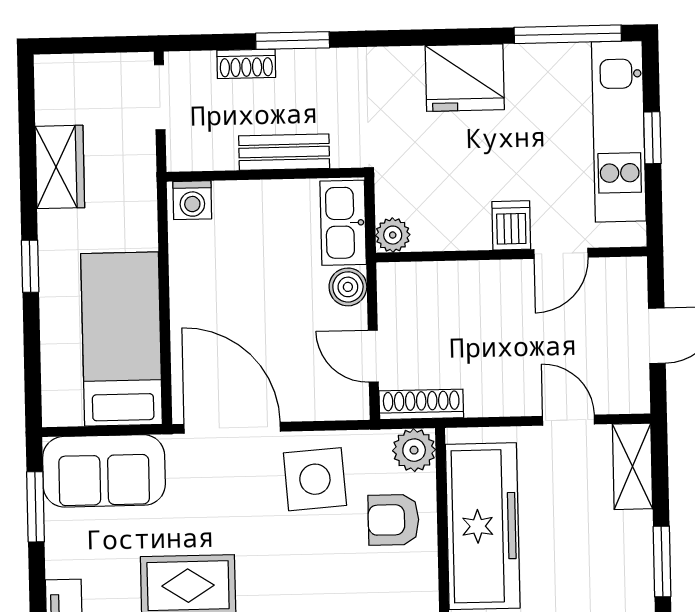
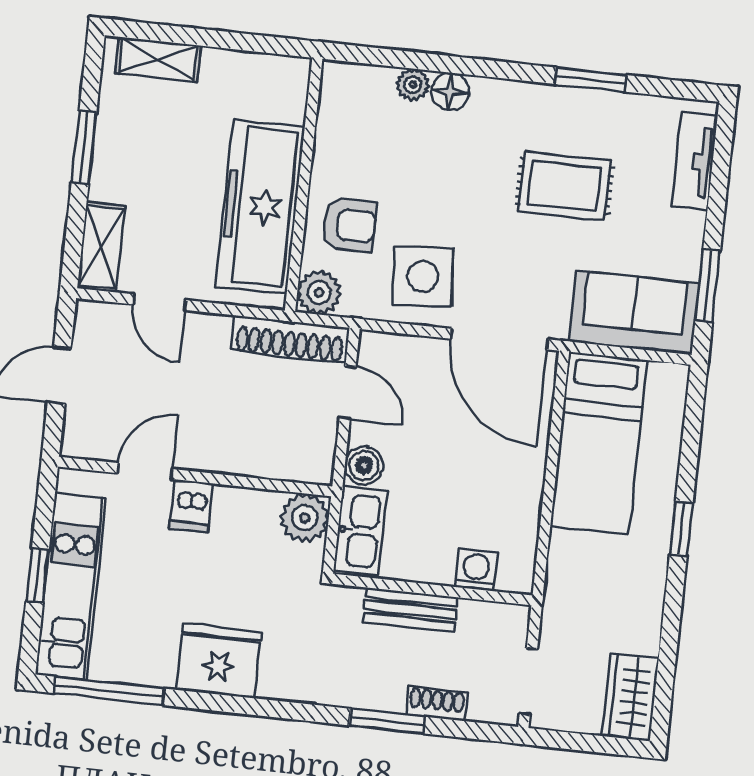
wardrobe: (60, 167) -> (630, 697), moved
washing machine: (192, 200) -> (476, 570), moved
plant: (393, 235) -> (305, 518), width x1.38, depth x1.38
shoe rack: (421, 404) -> (290, 339), width x1.36, depth x1.24

